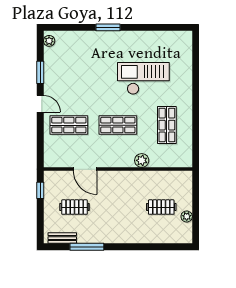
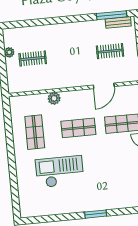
checkout: (143, 78) -> (60, 172), turned 180
door: (85, 169) -> (104, 86), swing flipped
window: (87, 247) -> (112, 15), moved

